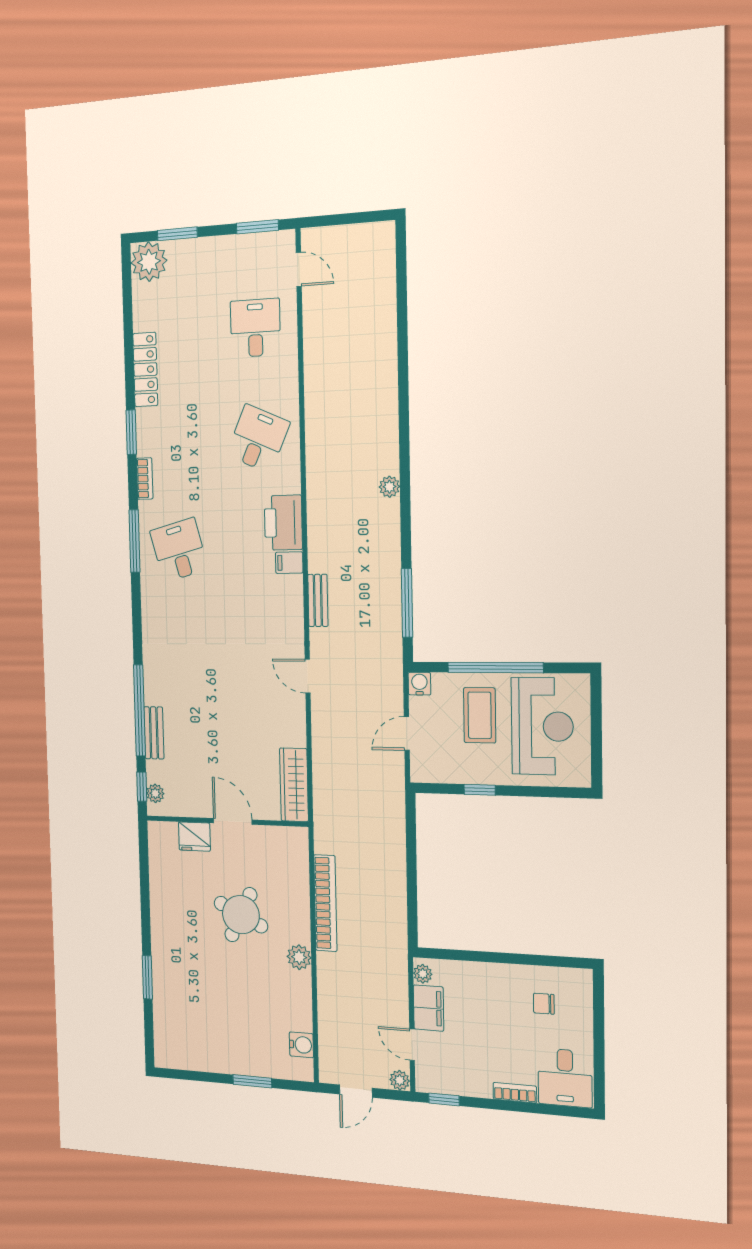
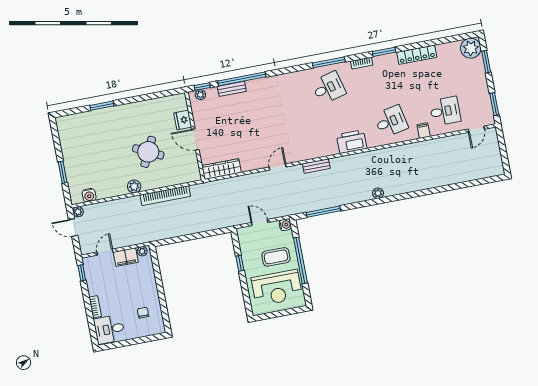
desk: (258, 439) -> (391, 121), turned -36
filing cabinet: (289, 563) -> (424, 131), moved
door: (233, 821) -> (195, 139), swing flipped
plant: (400, 1080) -> (78, 212), moved

